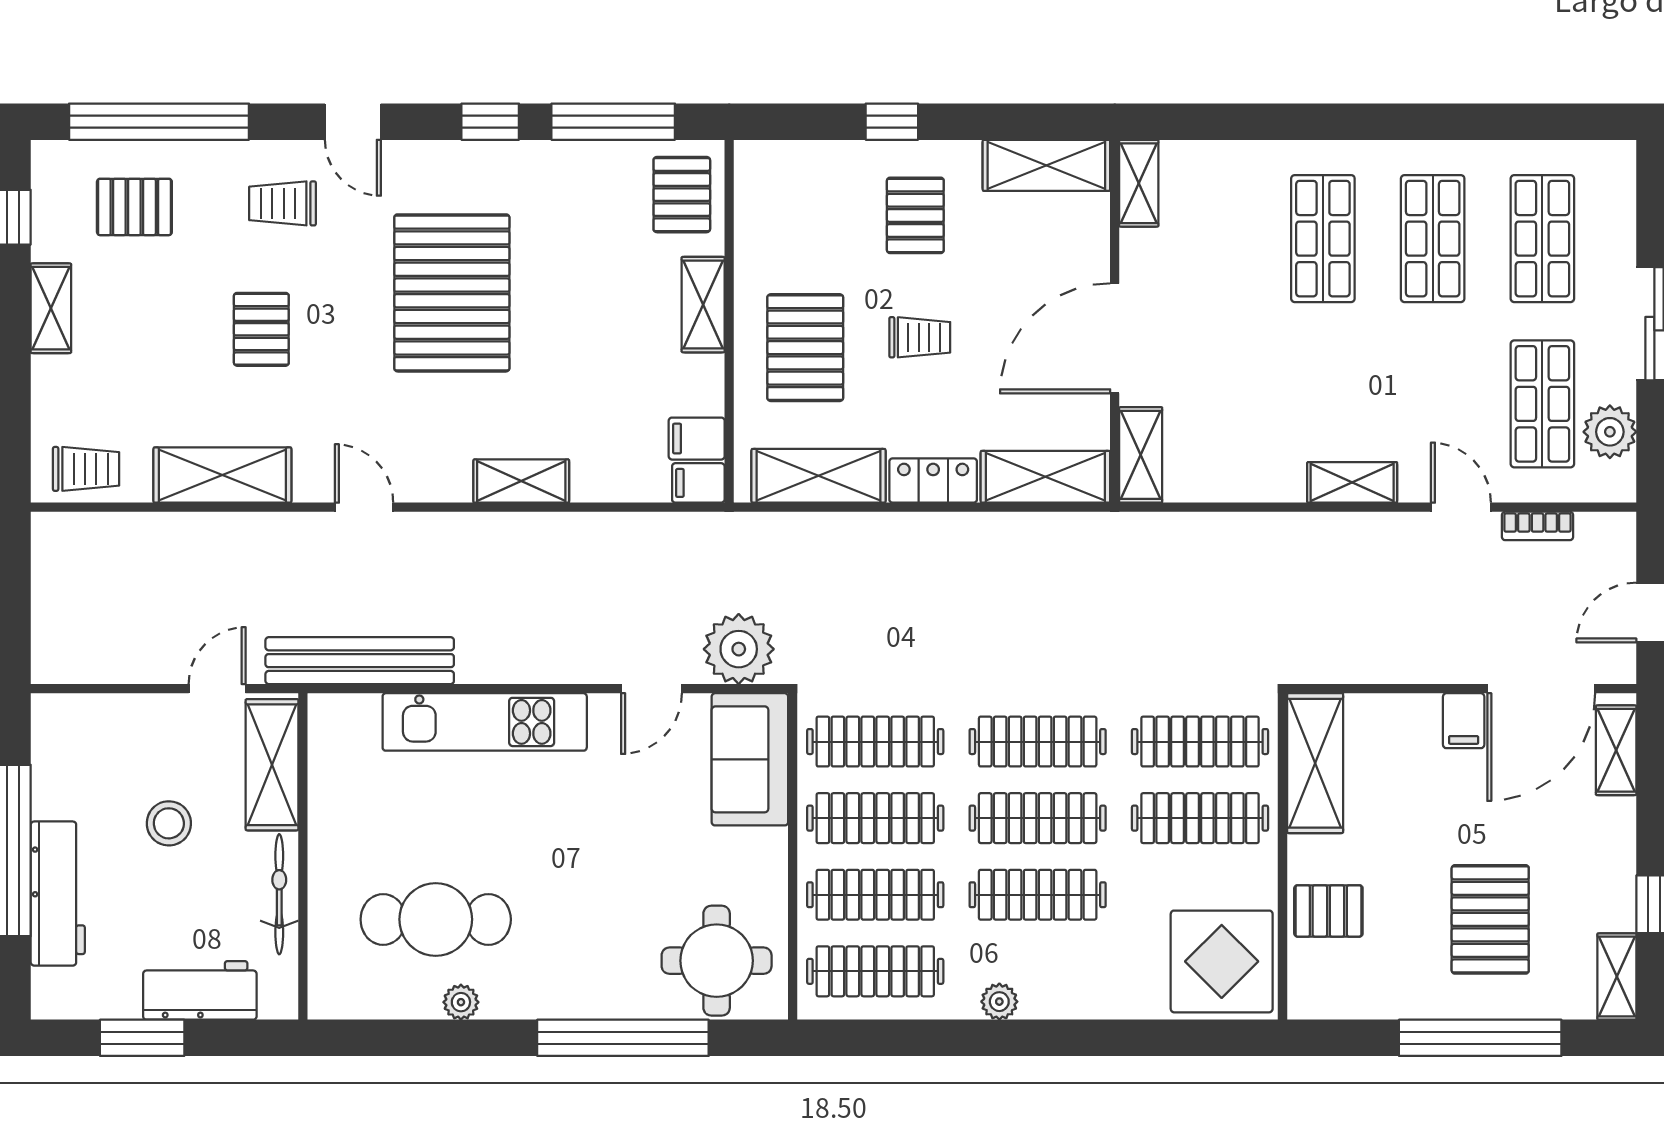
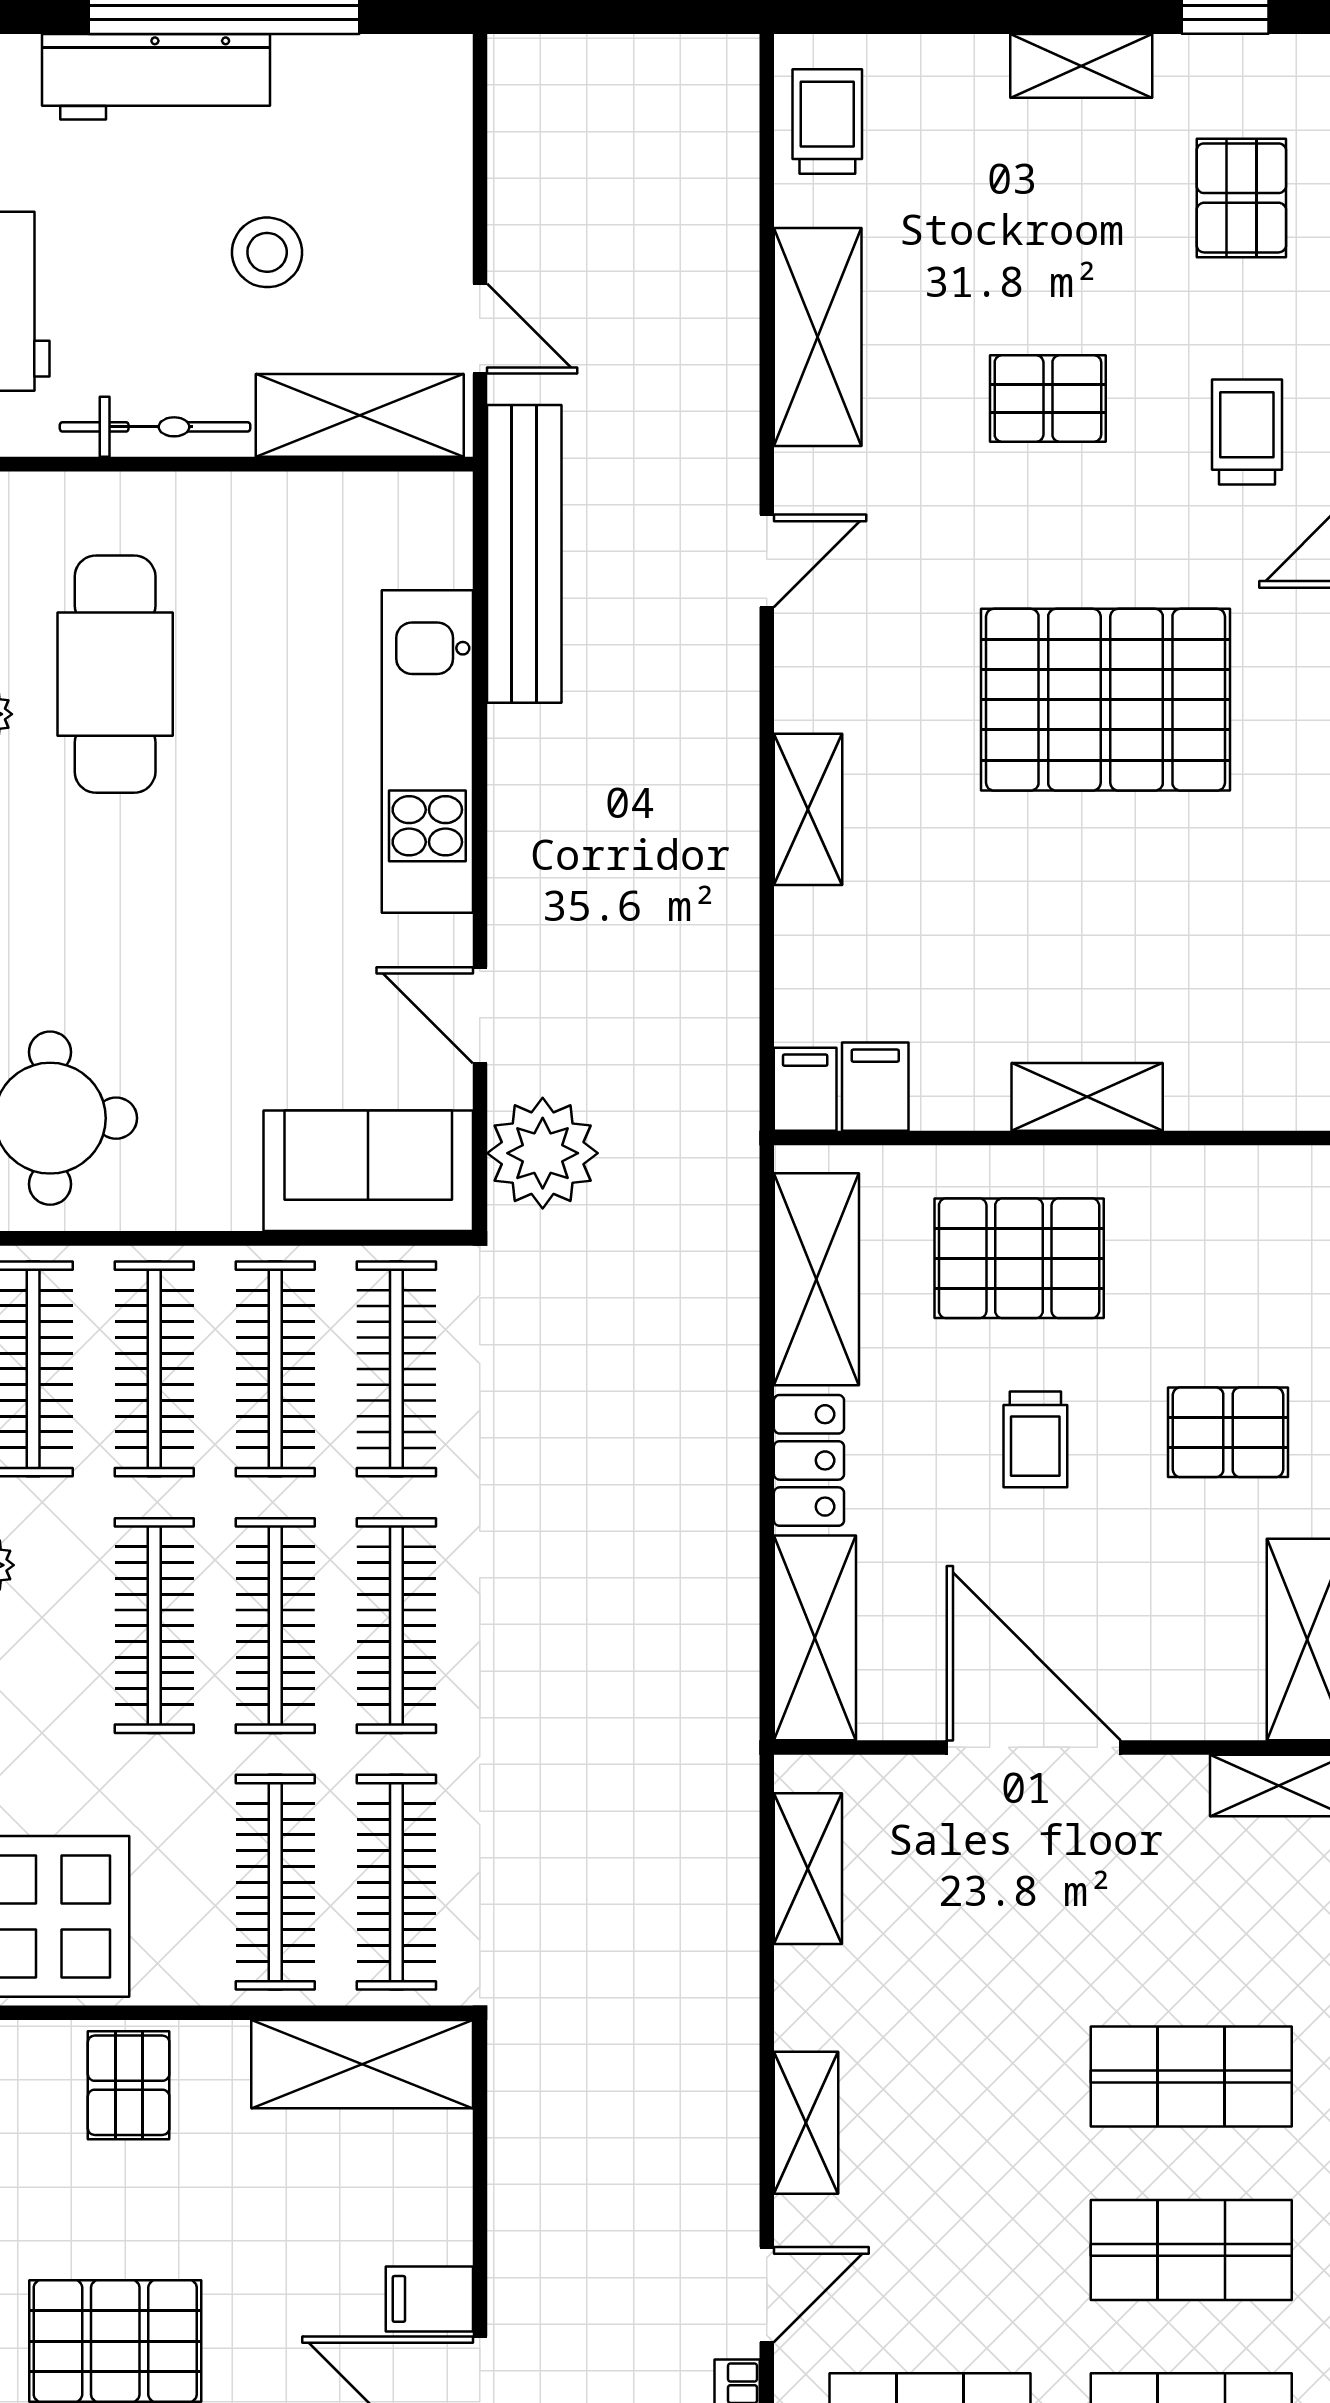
pallet: (682, 195) -> (1261, 1063), removed
shelving: (1141, 455) -> (808, 1869), moved, turned 90
trolley: (86, 469) -> (827, 122), turned 180

